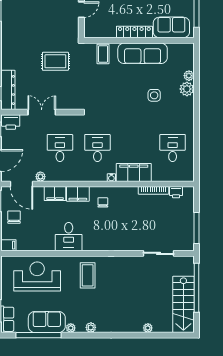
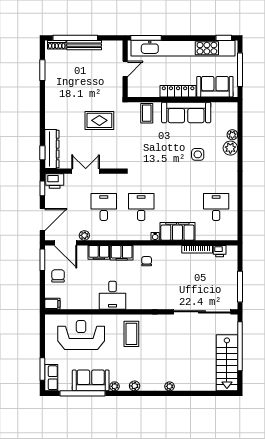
sliding door: (158, 253) -> (202, 312), width x1.86
plant: (148, 328) -> (170, 386), moved

